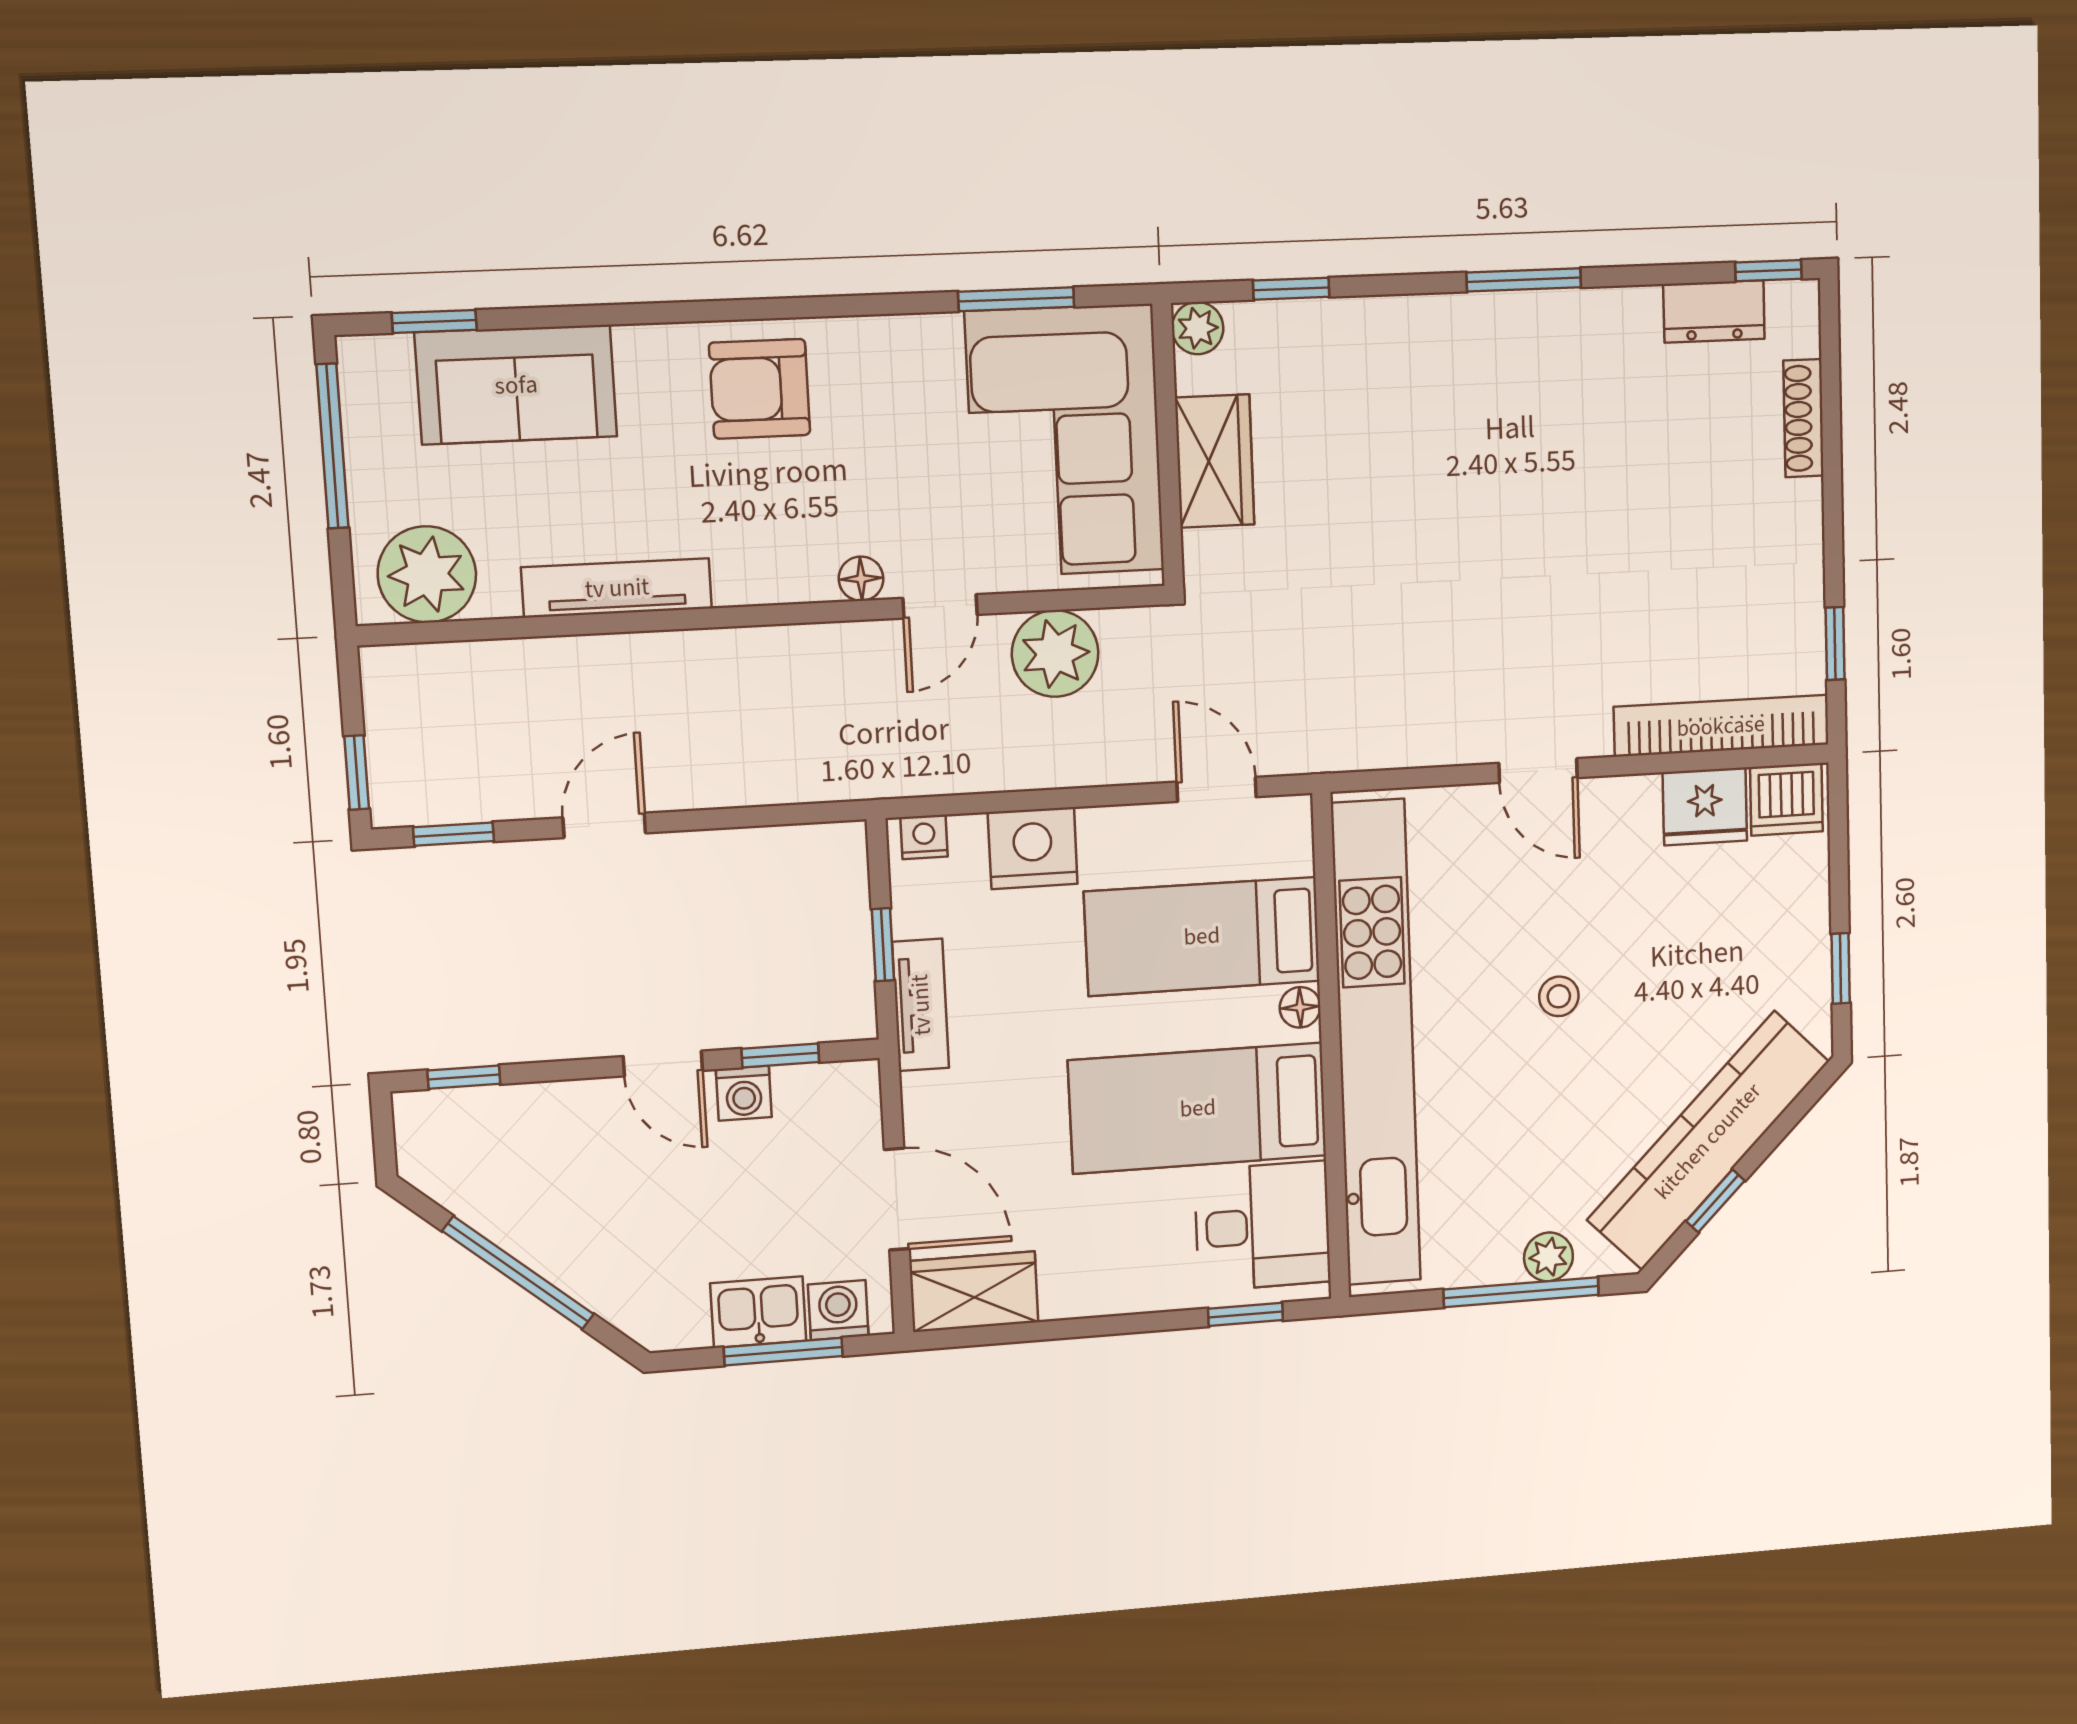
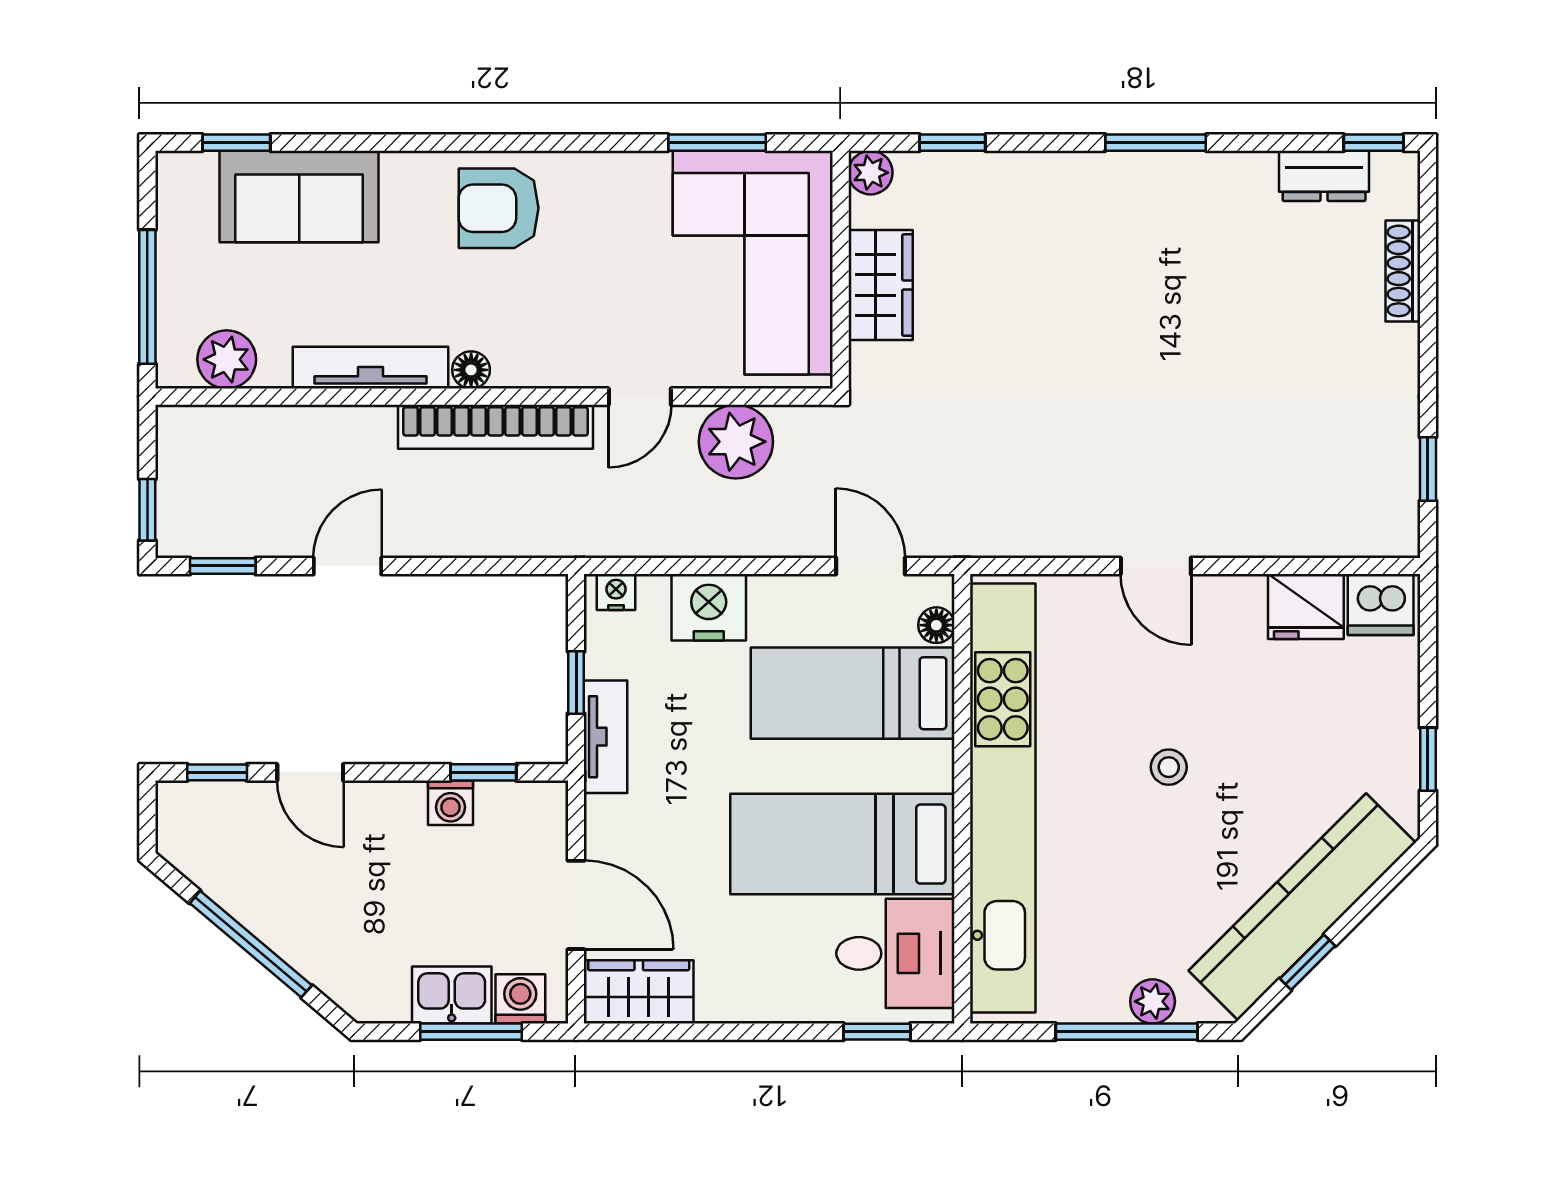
window: (332, 446) -> (147, 297), moved
plant: (427, 574) -> (227, 359), width x0.73, depth x0.73
floor lamp: (861, 579) -> (471, 370), moved
bookcase: (1721, 726) -> (496, 427), moved, turned 180
floor lamp: (1300, 1007) -> (936, 625), moved
door: (663, 1064) -> (310, 772), moved

